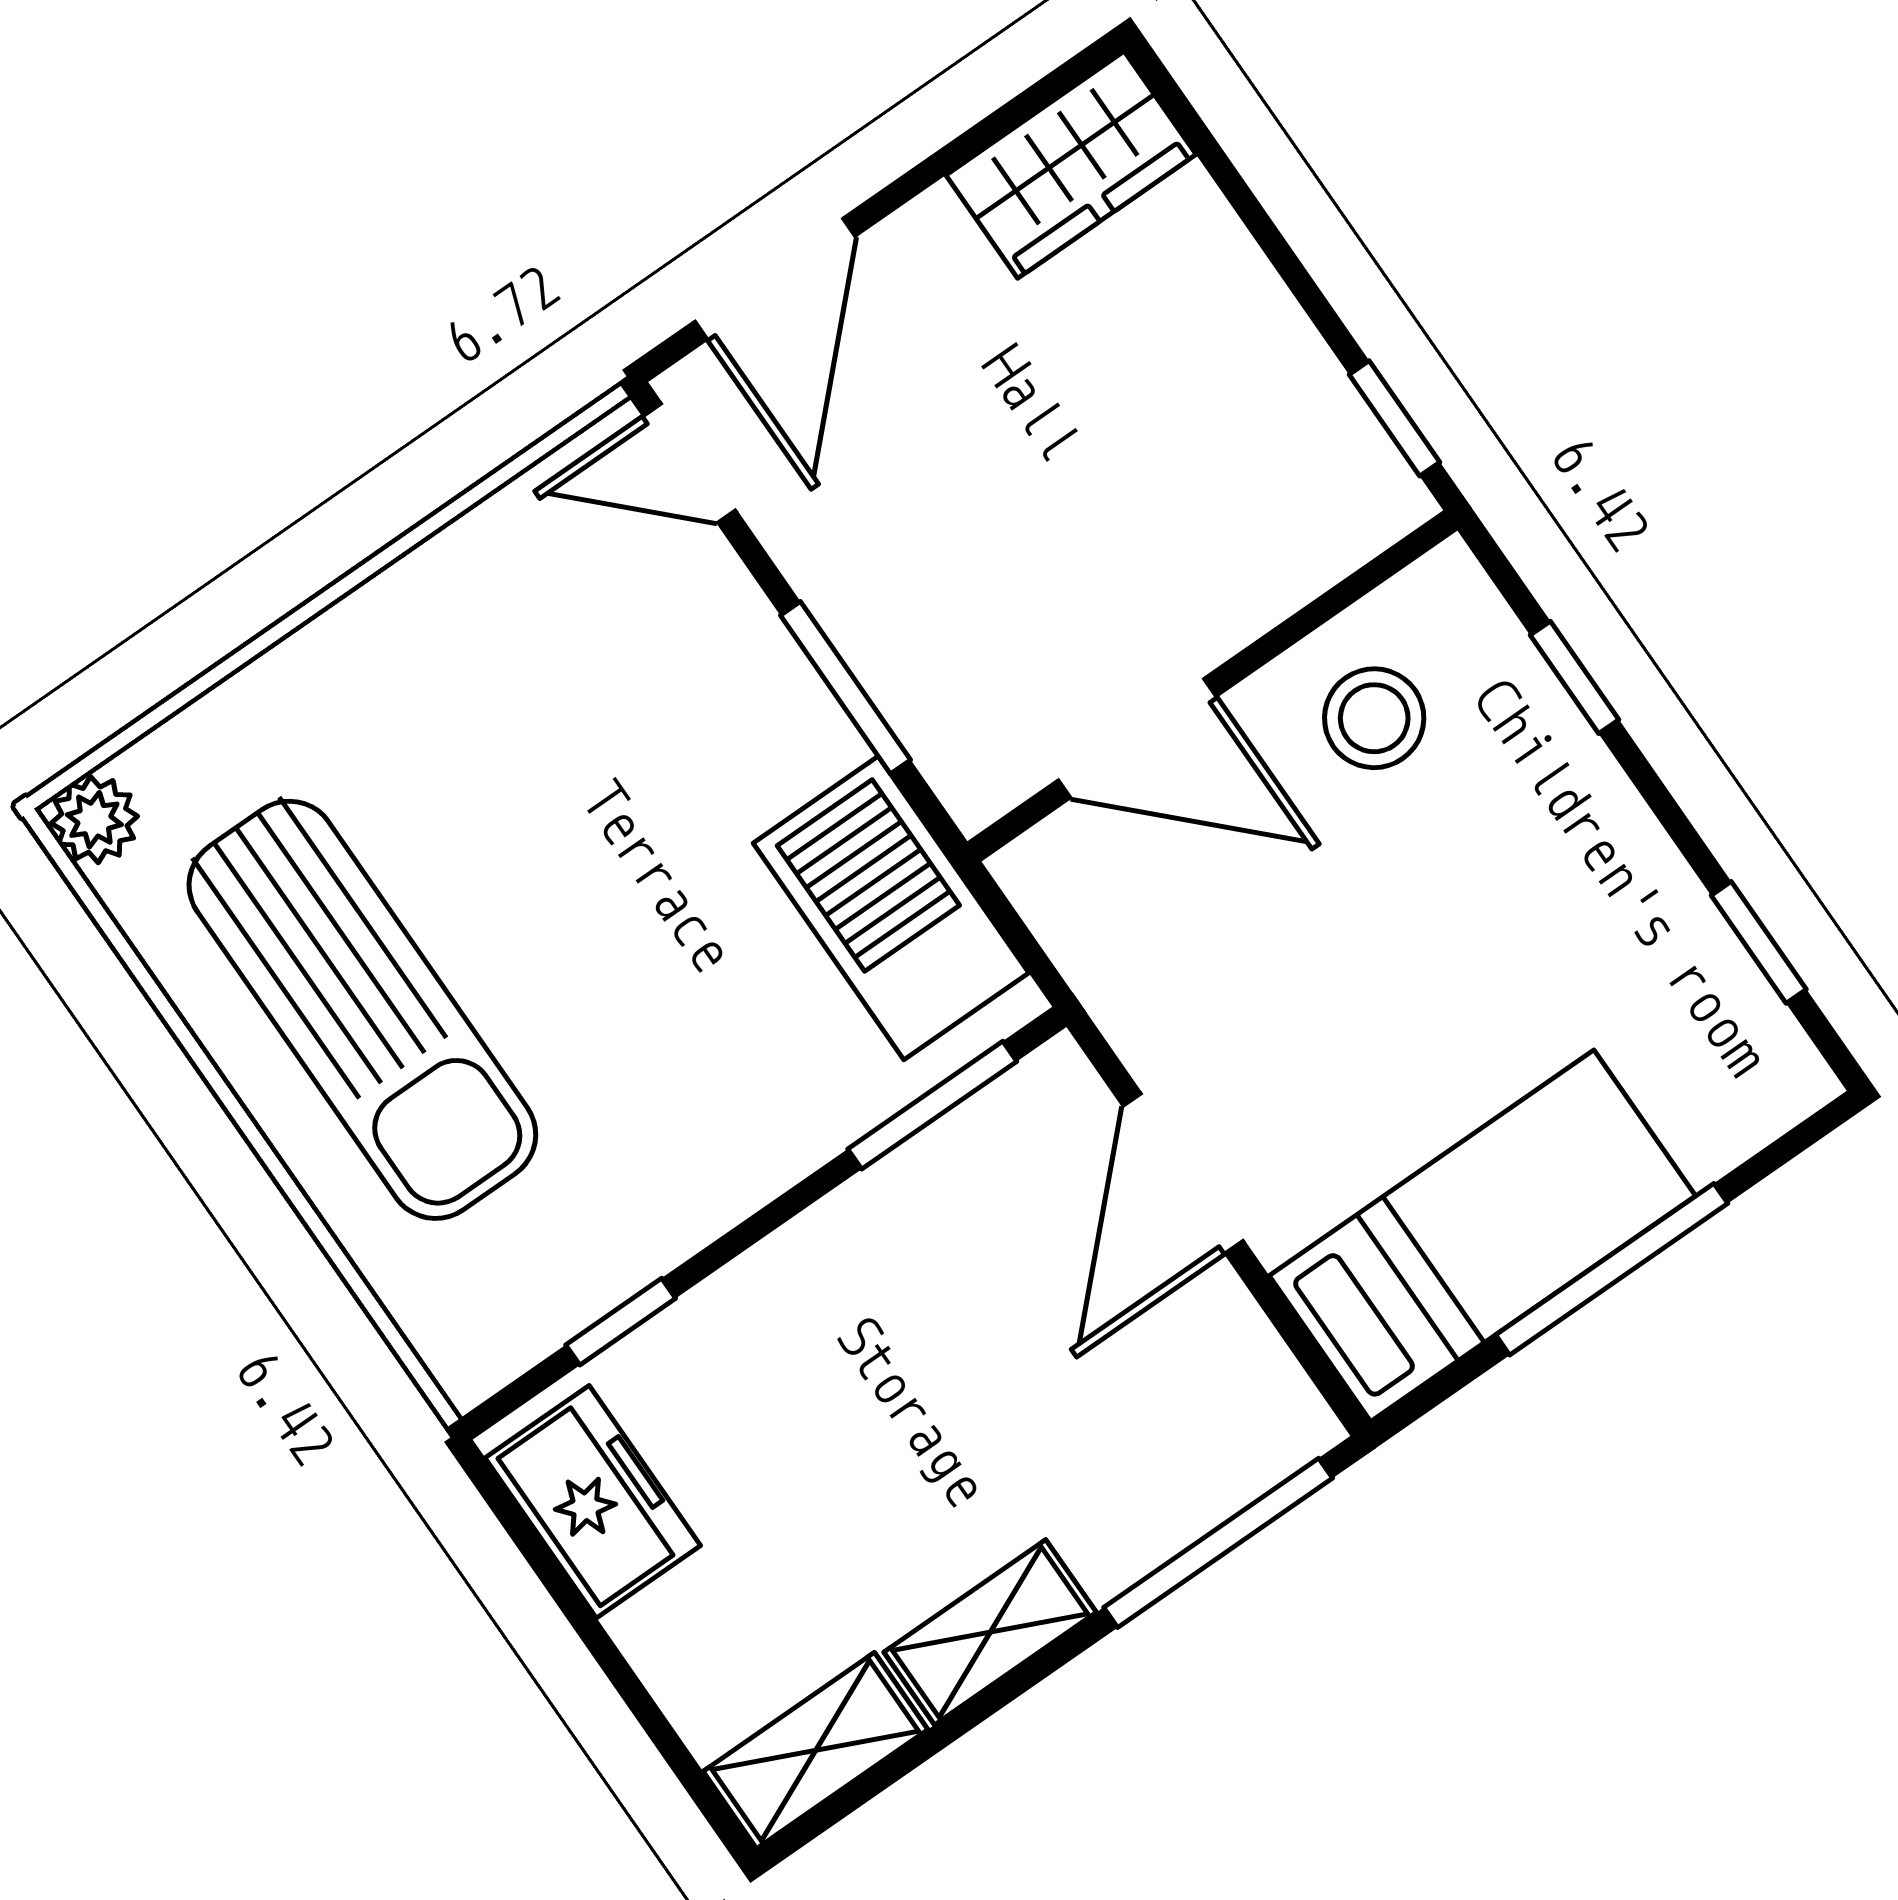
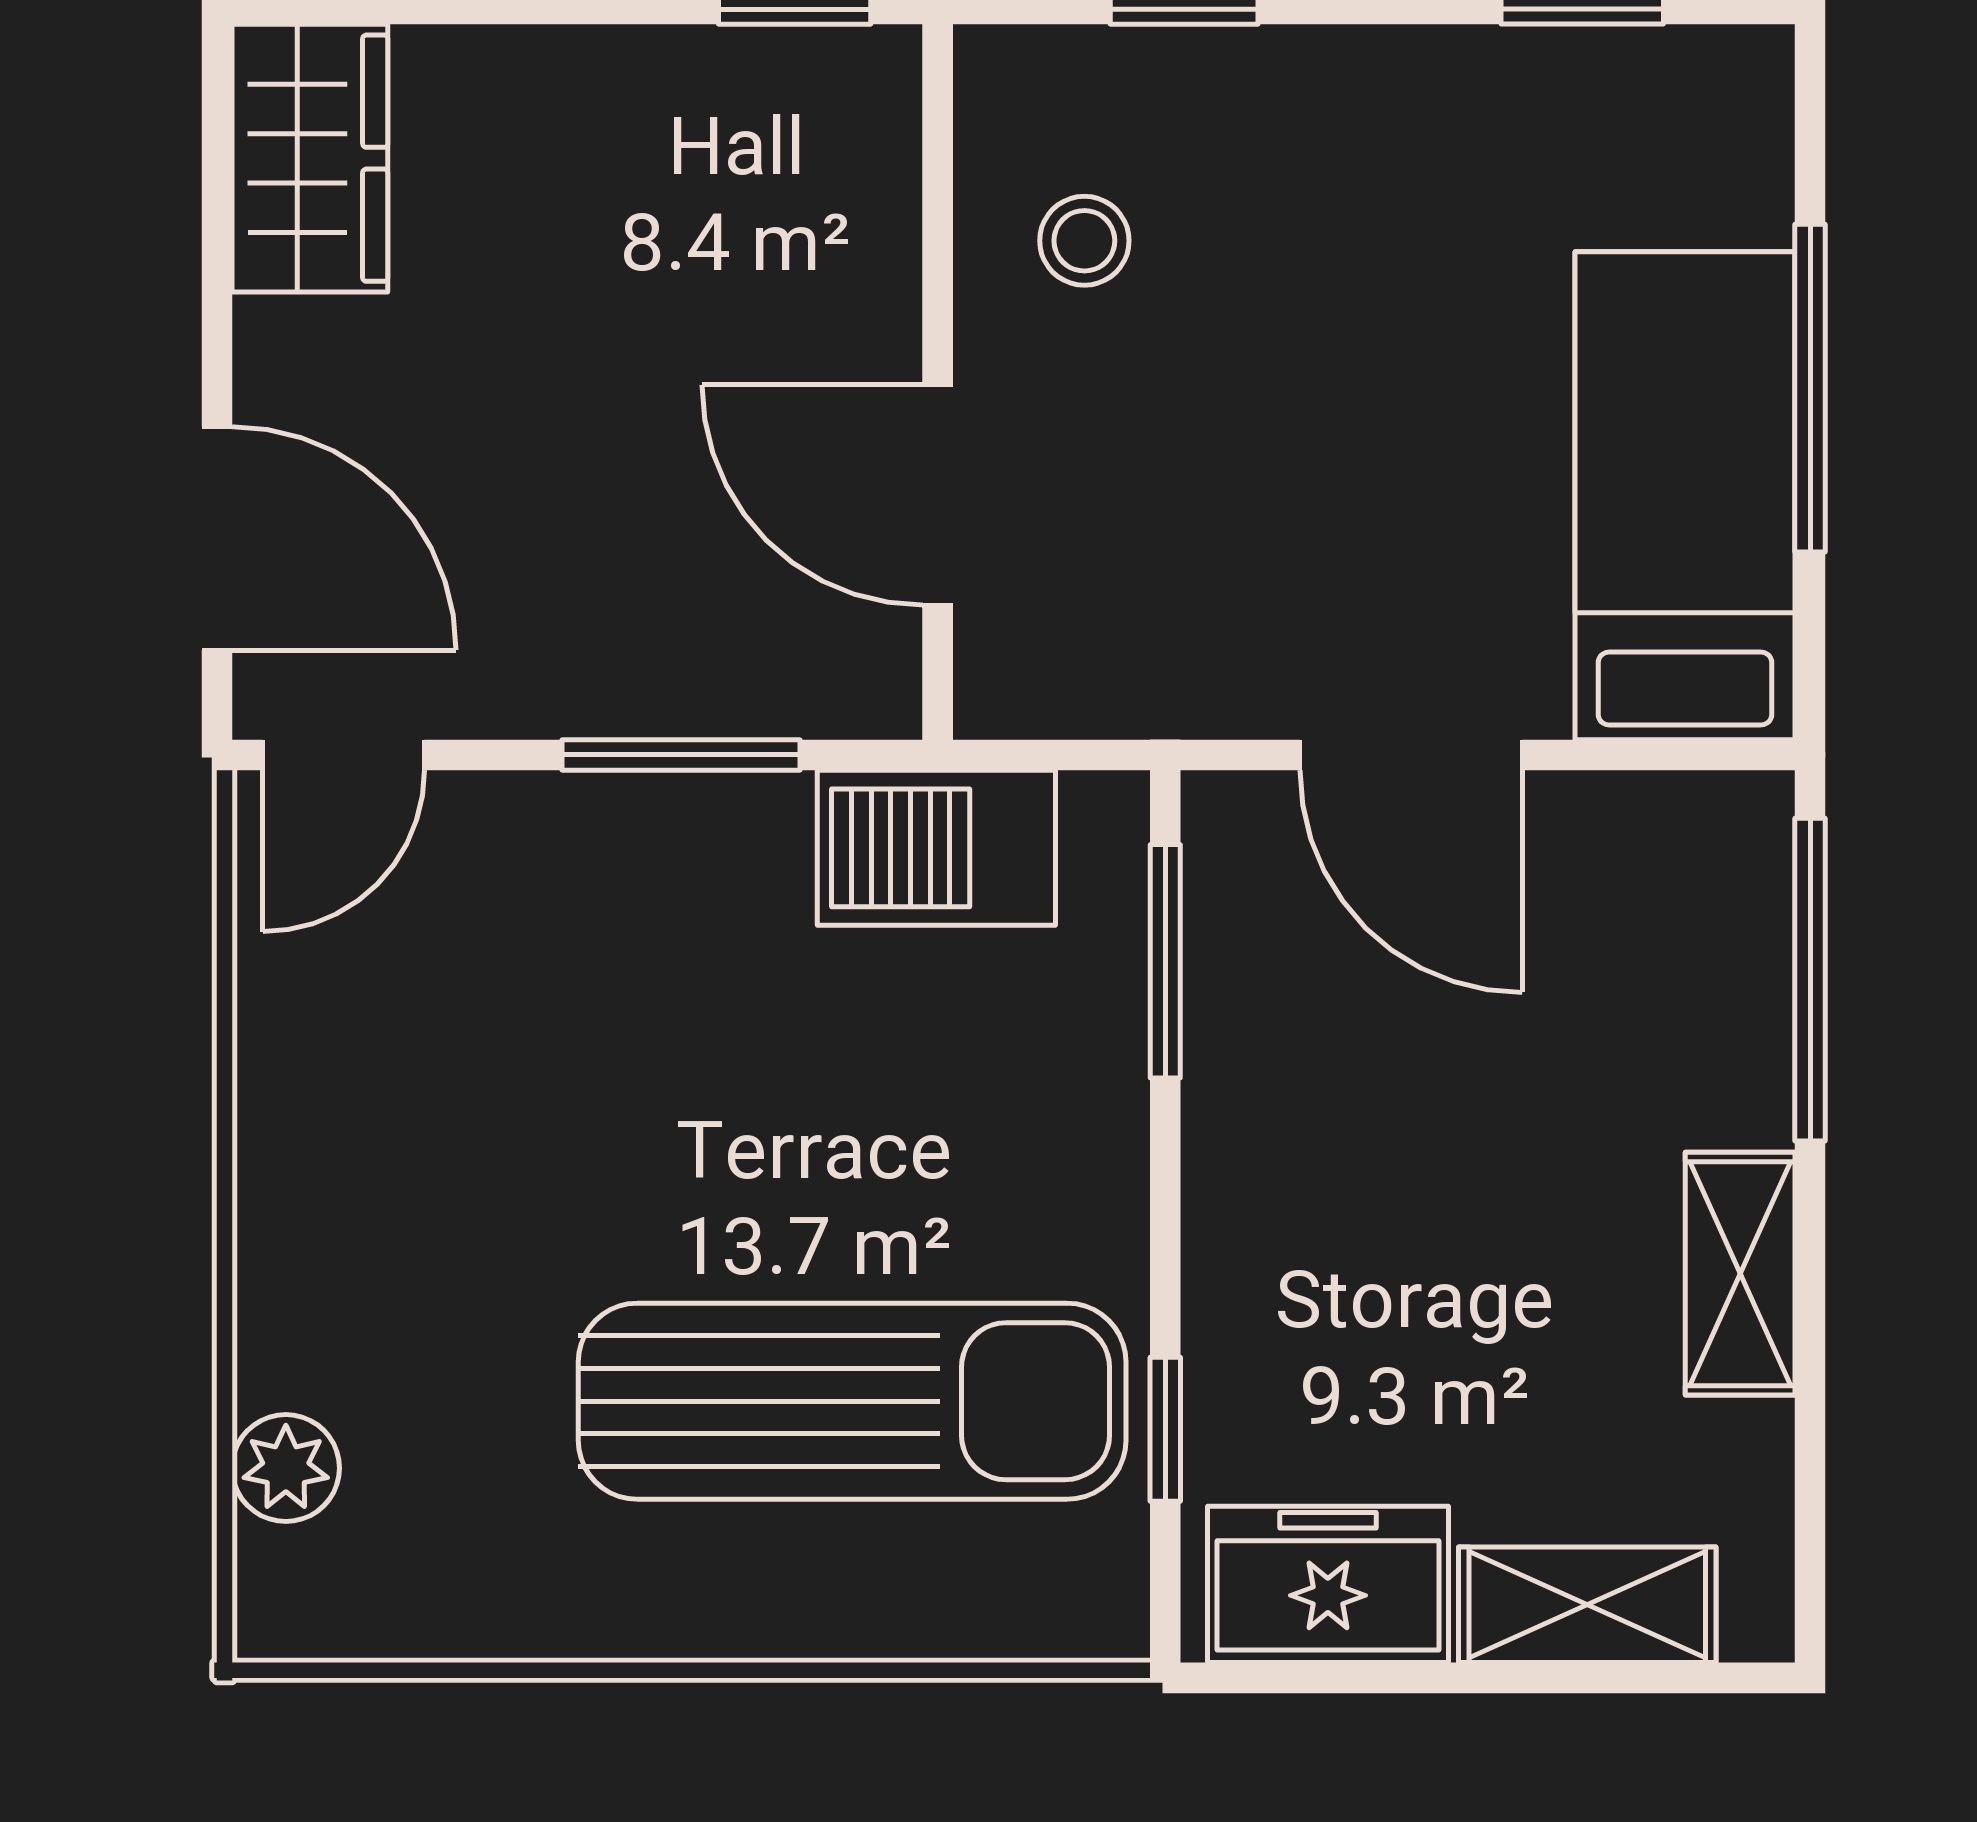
stool: (1374, 718) -> (1084, 241), width x0.73, depth x0.73
door: (1137, 738) -> (938, 495), swing flipped
plant: (94, 820) -> (286, 1468), moved
barbecue: (891, 908) -> (936, 848), width x0.73, depth x0.83
sun lounger: (362, 1010) -> (852, 1401), moved
shelving: (815, 1751) -> (1587, 1605), moved, turned 90

